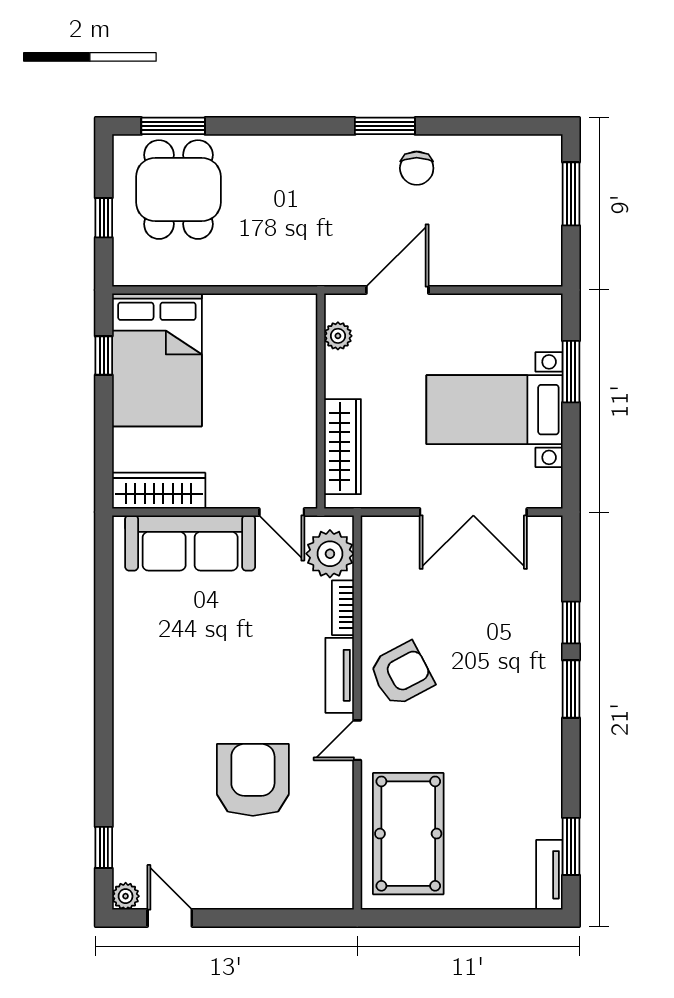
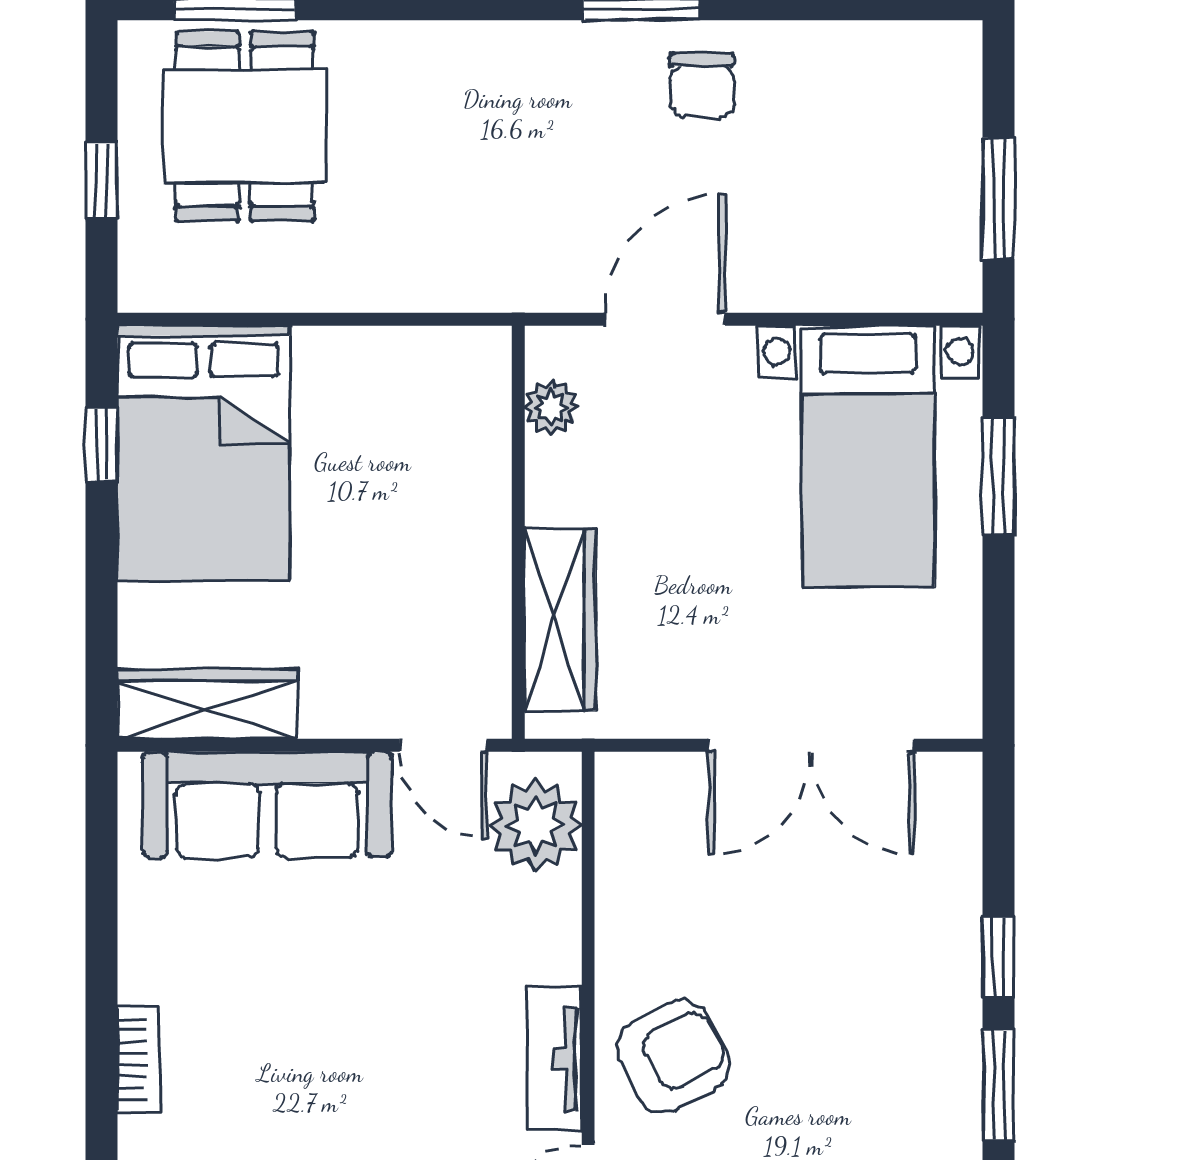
window: (571, 194) -> (998, 198), moved
bed with nightstands: (495, 410) -> (868, 456), moved, turned -90
bookcase: (343, 608) -> (138, 1059), moved, turned 180

